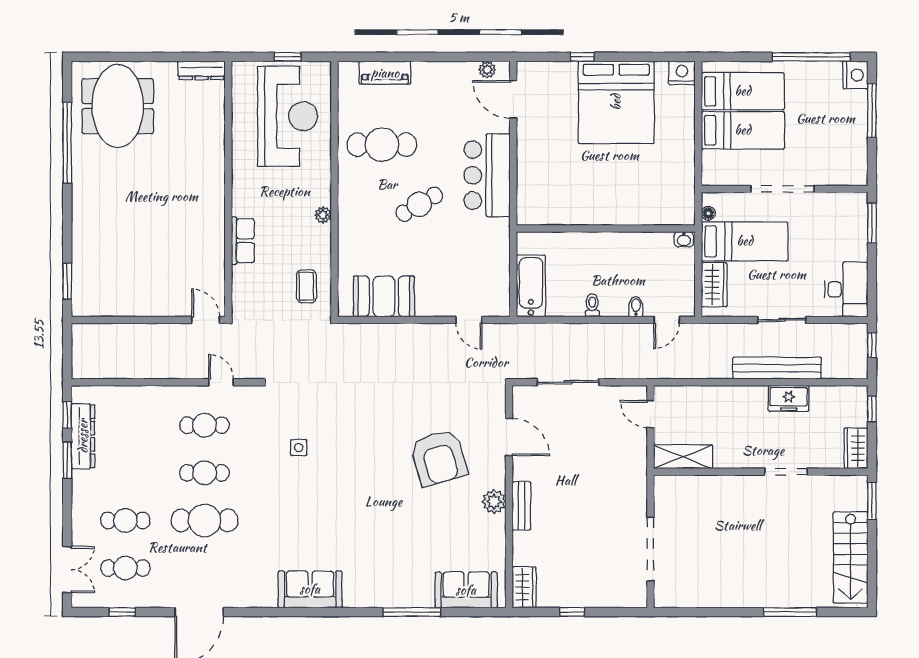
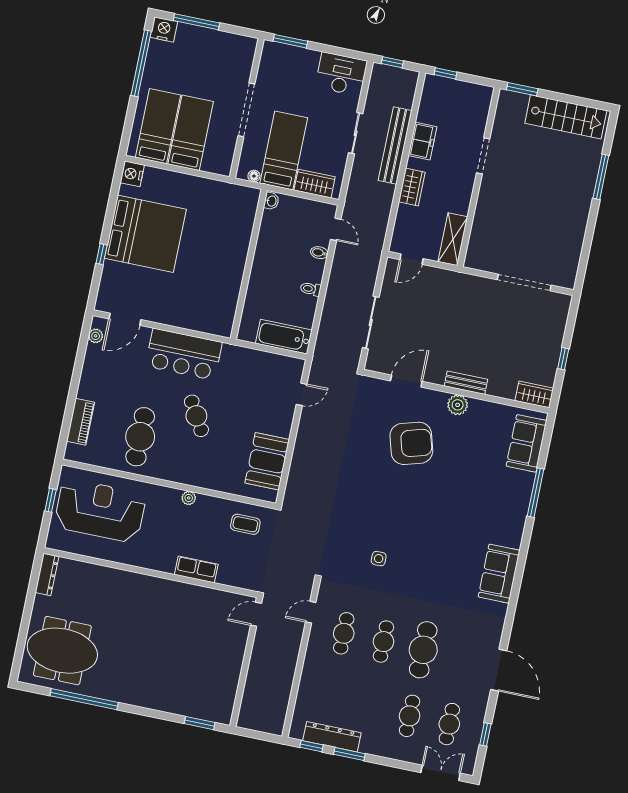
wardrobe: (856, 448) -> (412, 187), moved, turned -90

